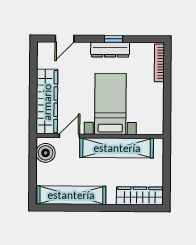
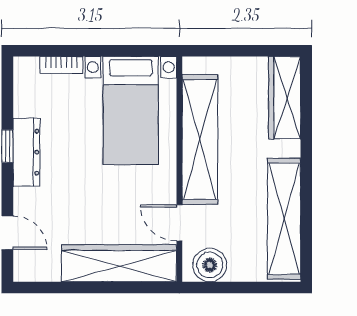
bookcase: (159, 63) -> (61, 65), width x0.64
bed with nightstands: (110, 104) -> (131, 111), moved, turned -90

